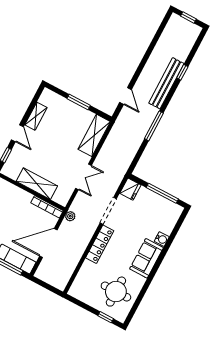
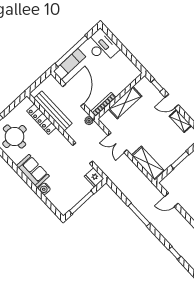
bench: (166, 83) -> (53, 111), moved
locker: (100, 244) -> (41, 119), moved

